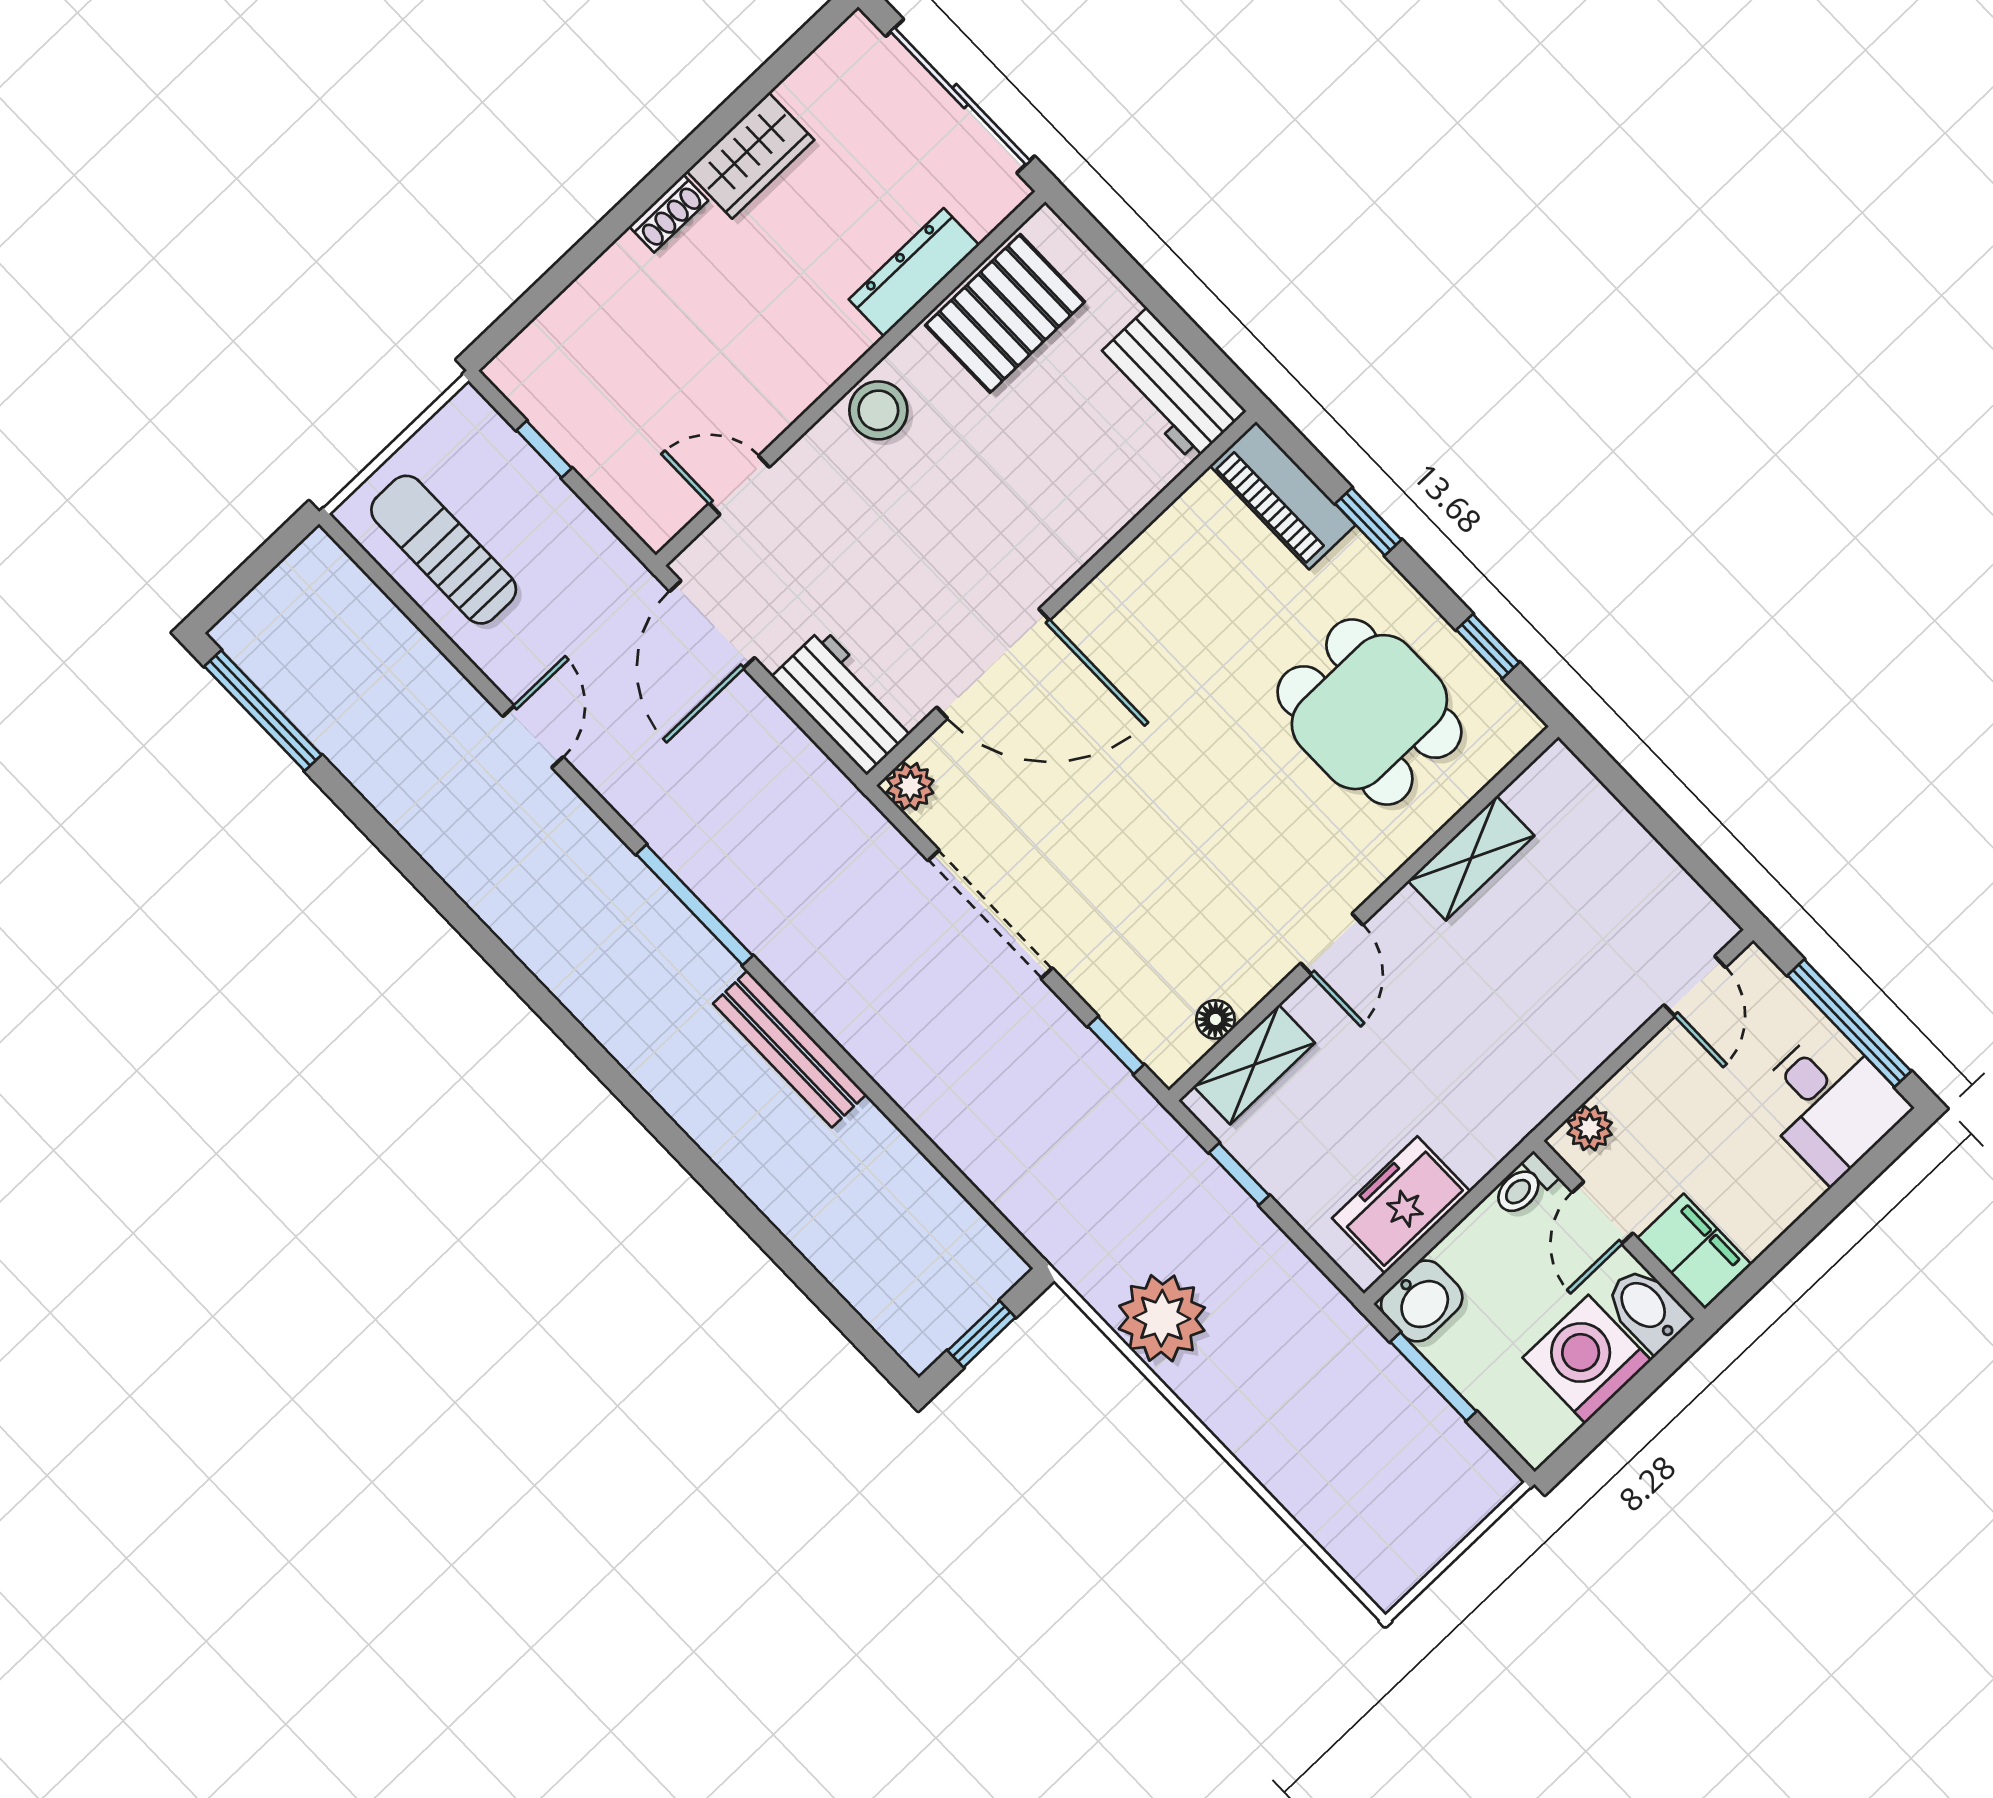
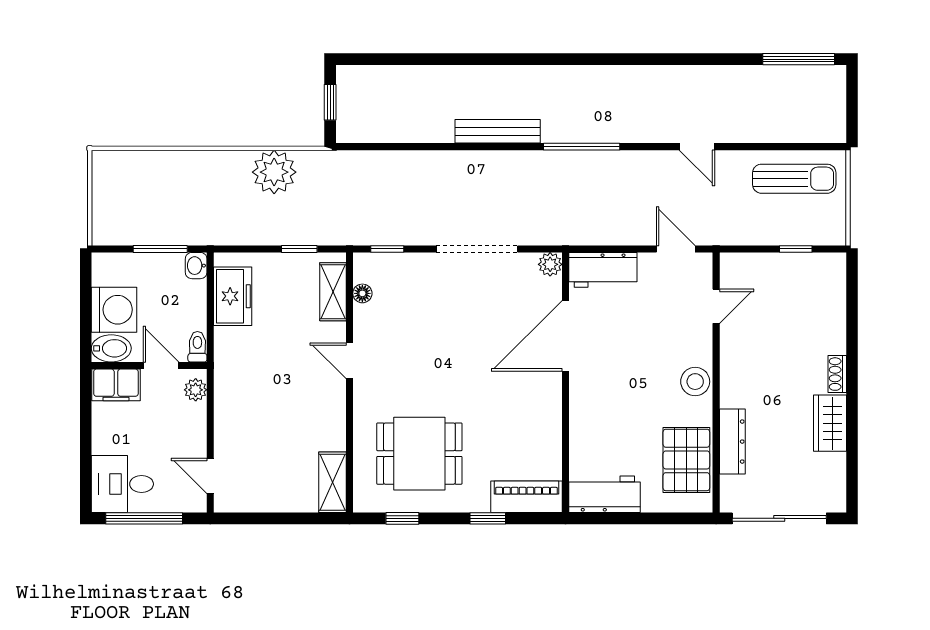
door: (712, 624) -> (676, 249), width x0.73
shelving: (1471, 858) -> (332, 482), moved
washbasin: (1422, 1301) -> (196, 266), width x0.72, depth x0.69

